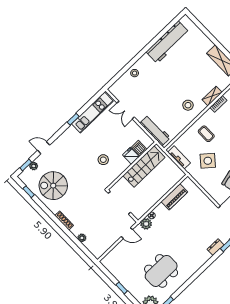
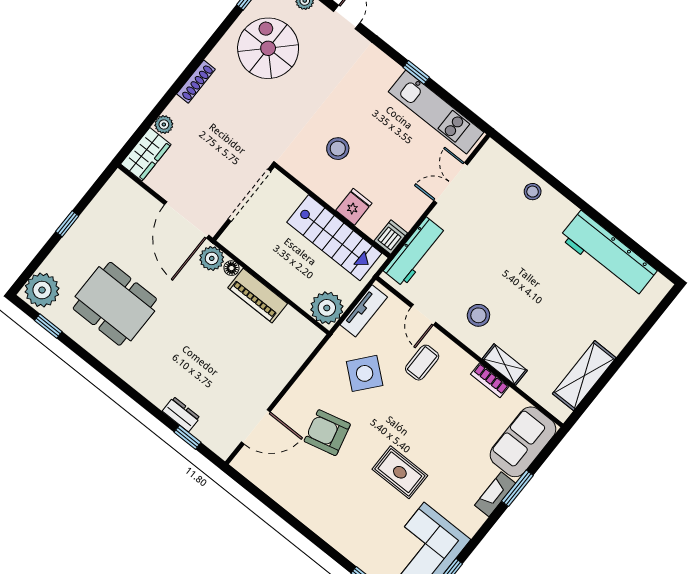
door: (184, 130) -> (423, 315), added
dishwasher: (139, 148) -> (391, 237), moved
plant: (176, 174) -> (327, 308), added
piano: (174, 197) -> (258, 296), moved
door: (127, 233) -> (187, 220), width x1.88
wardrobe: (95, 248) -> (146, 154), added

